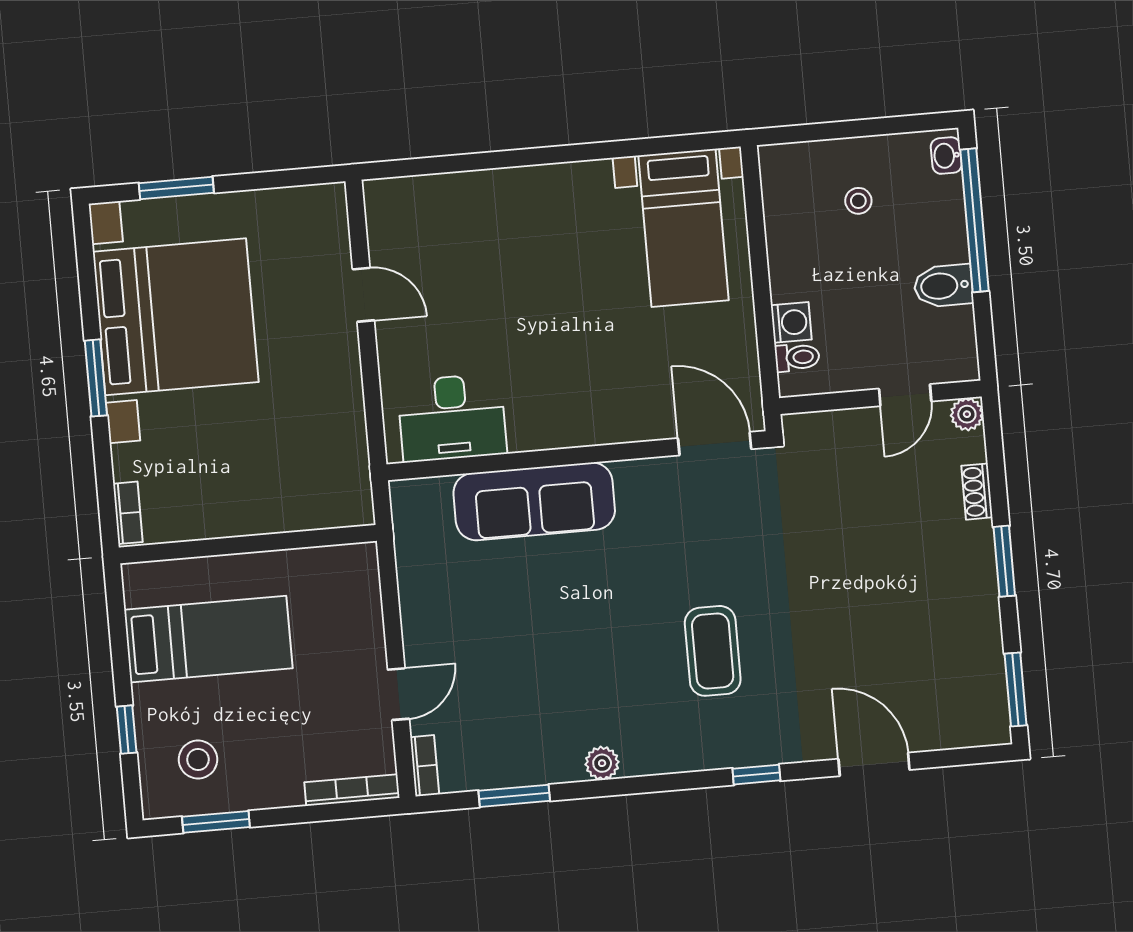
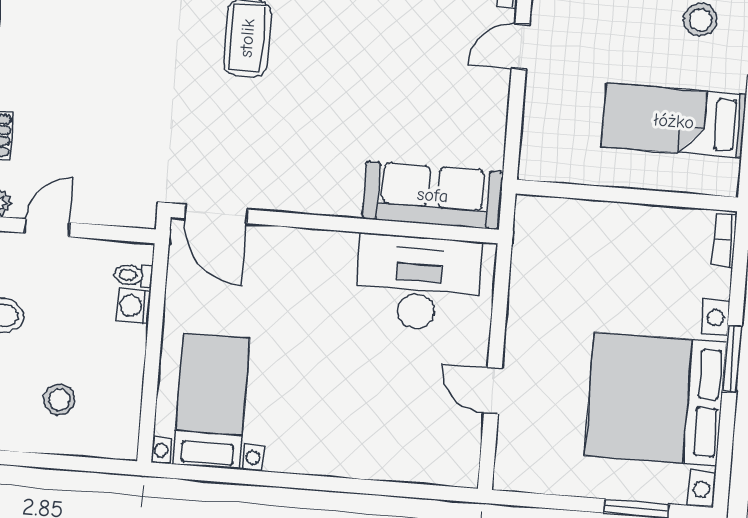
stool: (858, 201) -> (59, 399), width x1.37, depth x1.37
desk: (452, 418) -> (418, 283), width x1.36, depth x1.30
sofa: (534, 501) -> (433, 195), moved

